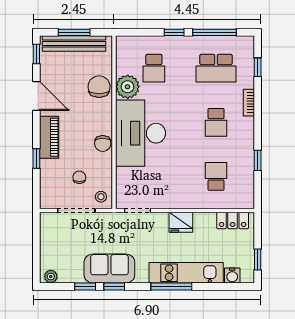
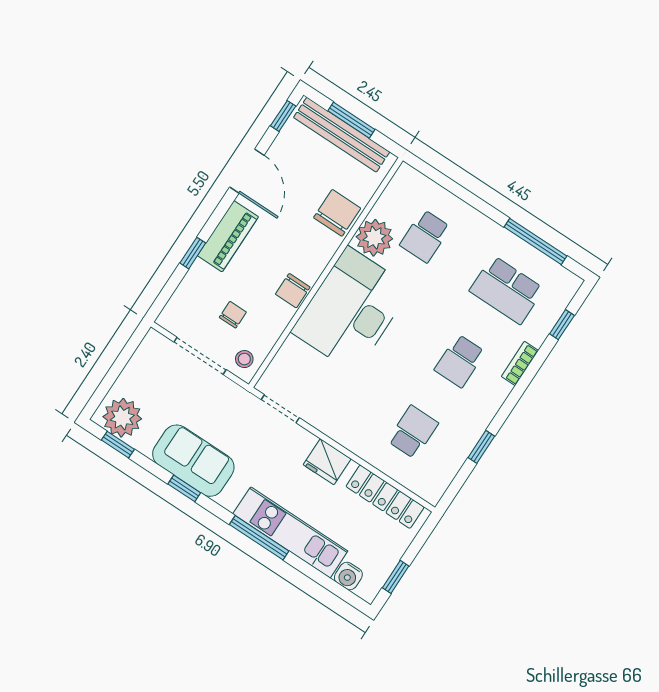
window: (174, 32) -> (483, 207), removed
locker: (233, 221) -> (385, 497), width x1.53
plant: (51, 276) -> (122, 418), width x1.87, depth x1.87
window: (85, 286) -> (118, 445), moved

